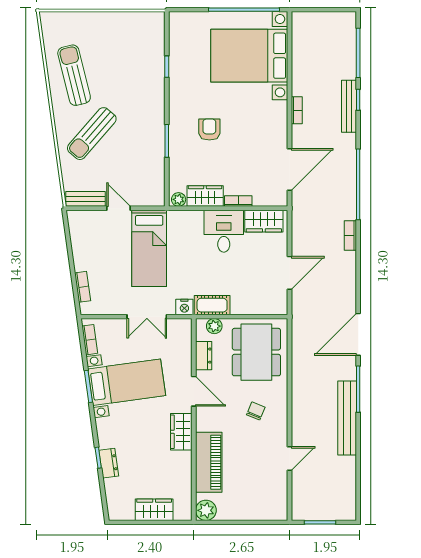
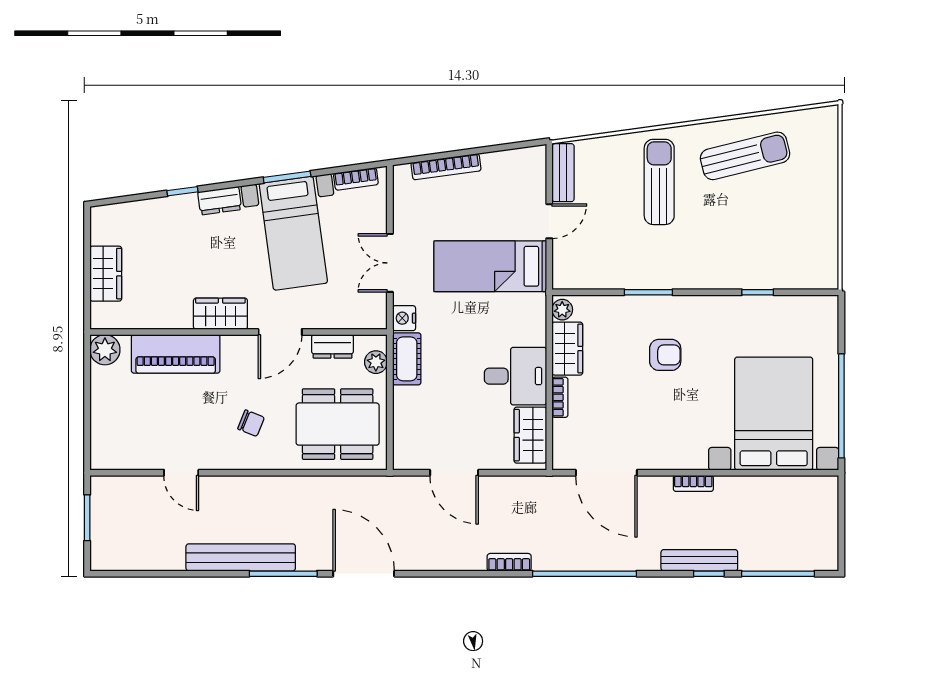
sun lounger: (92, 134) -> (659, 182), turned 49
bookcase: (83, 287) -> (446, 167), width x1.56
dresser: (109, 463) -> (220, 201), moved

